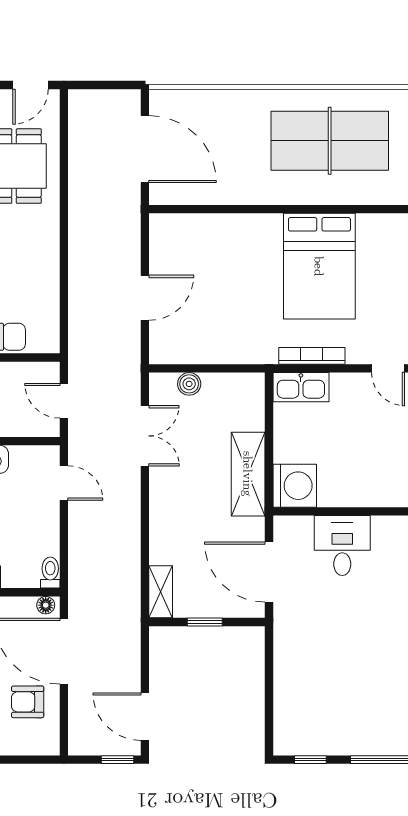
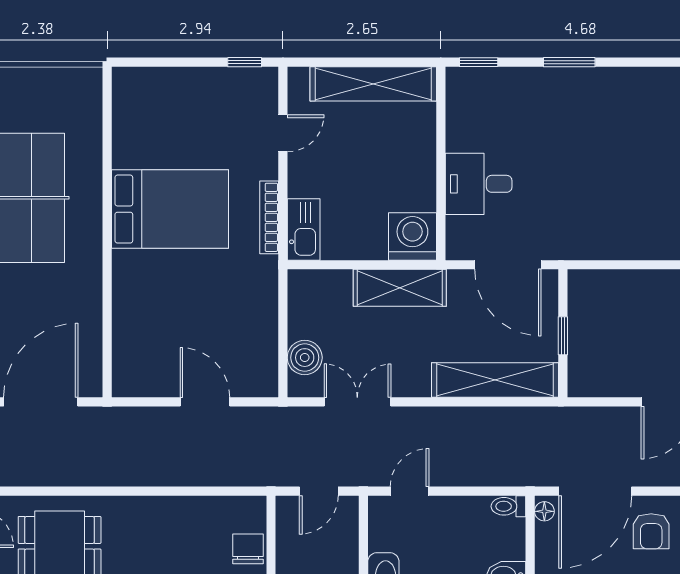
boiler: (189, 384) -> (305, 358), width x1.36, depth x1.36
door: (269, 572) -> (508, 265), hinge flipped
shelving: (161, 592) -> (495, 380), width x2.20, depth x1.33

